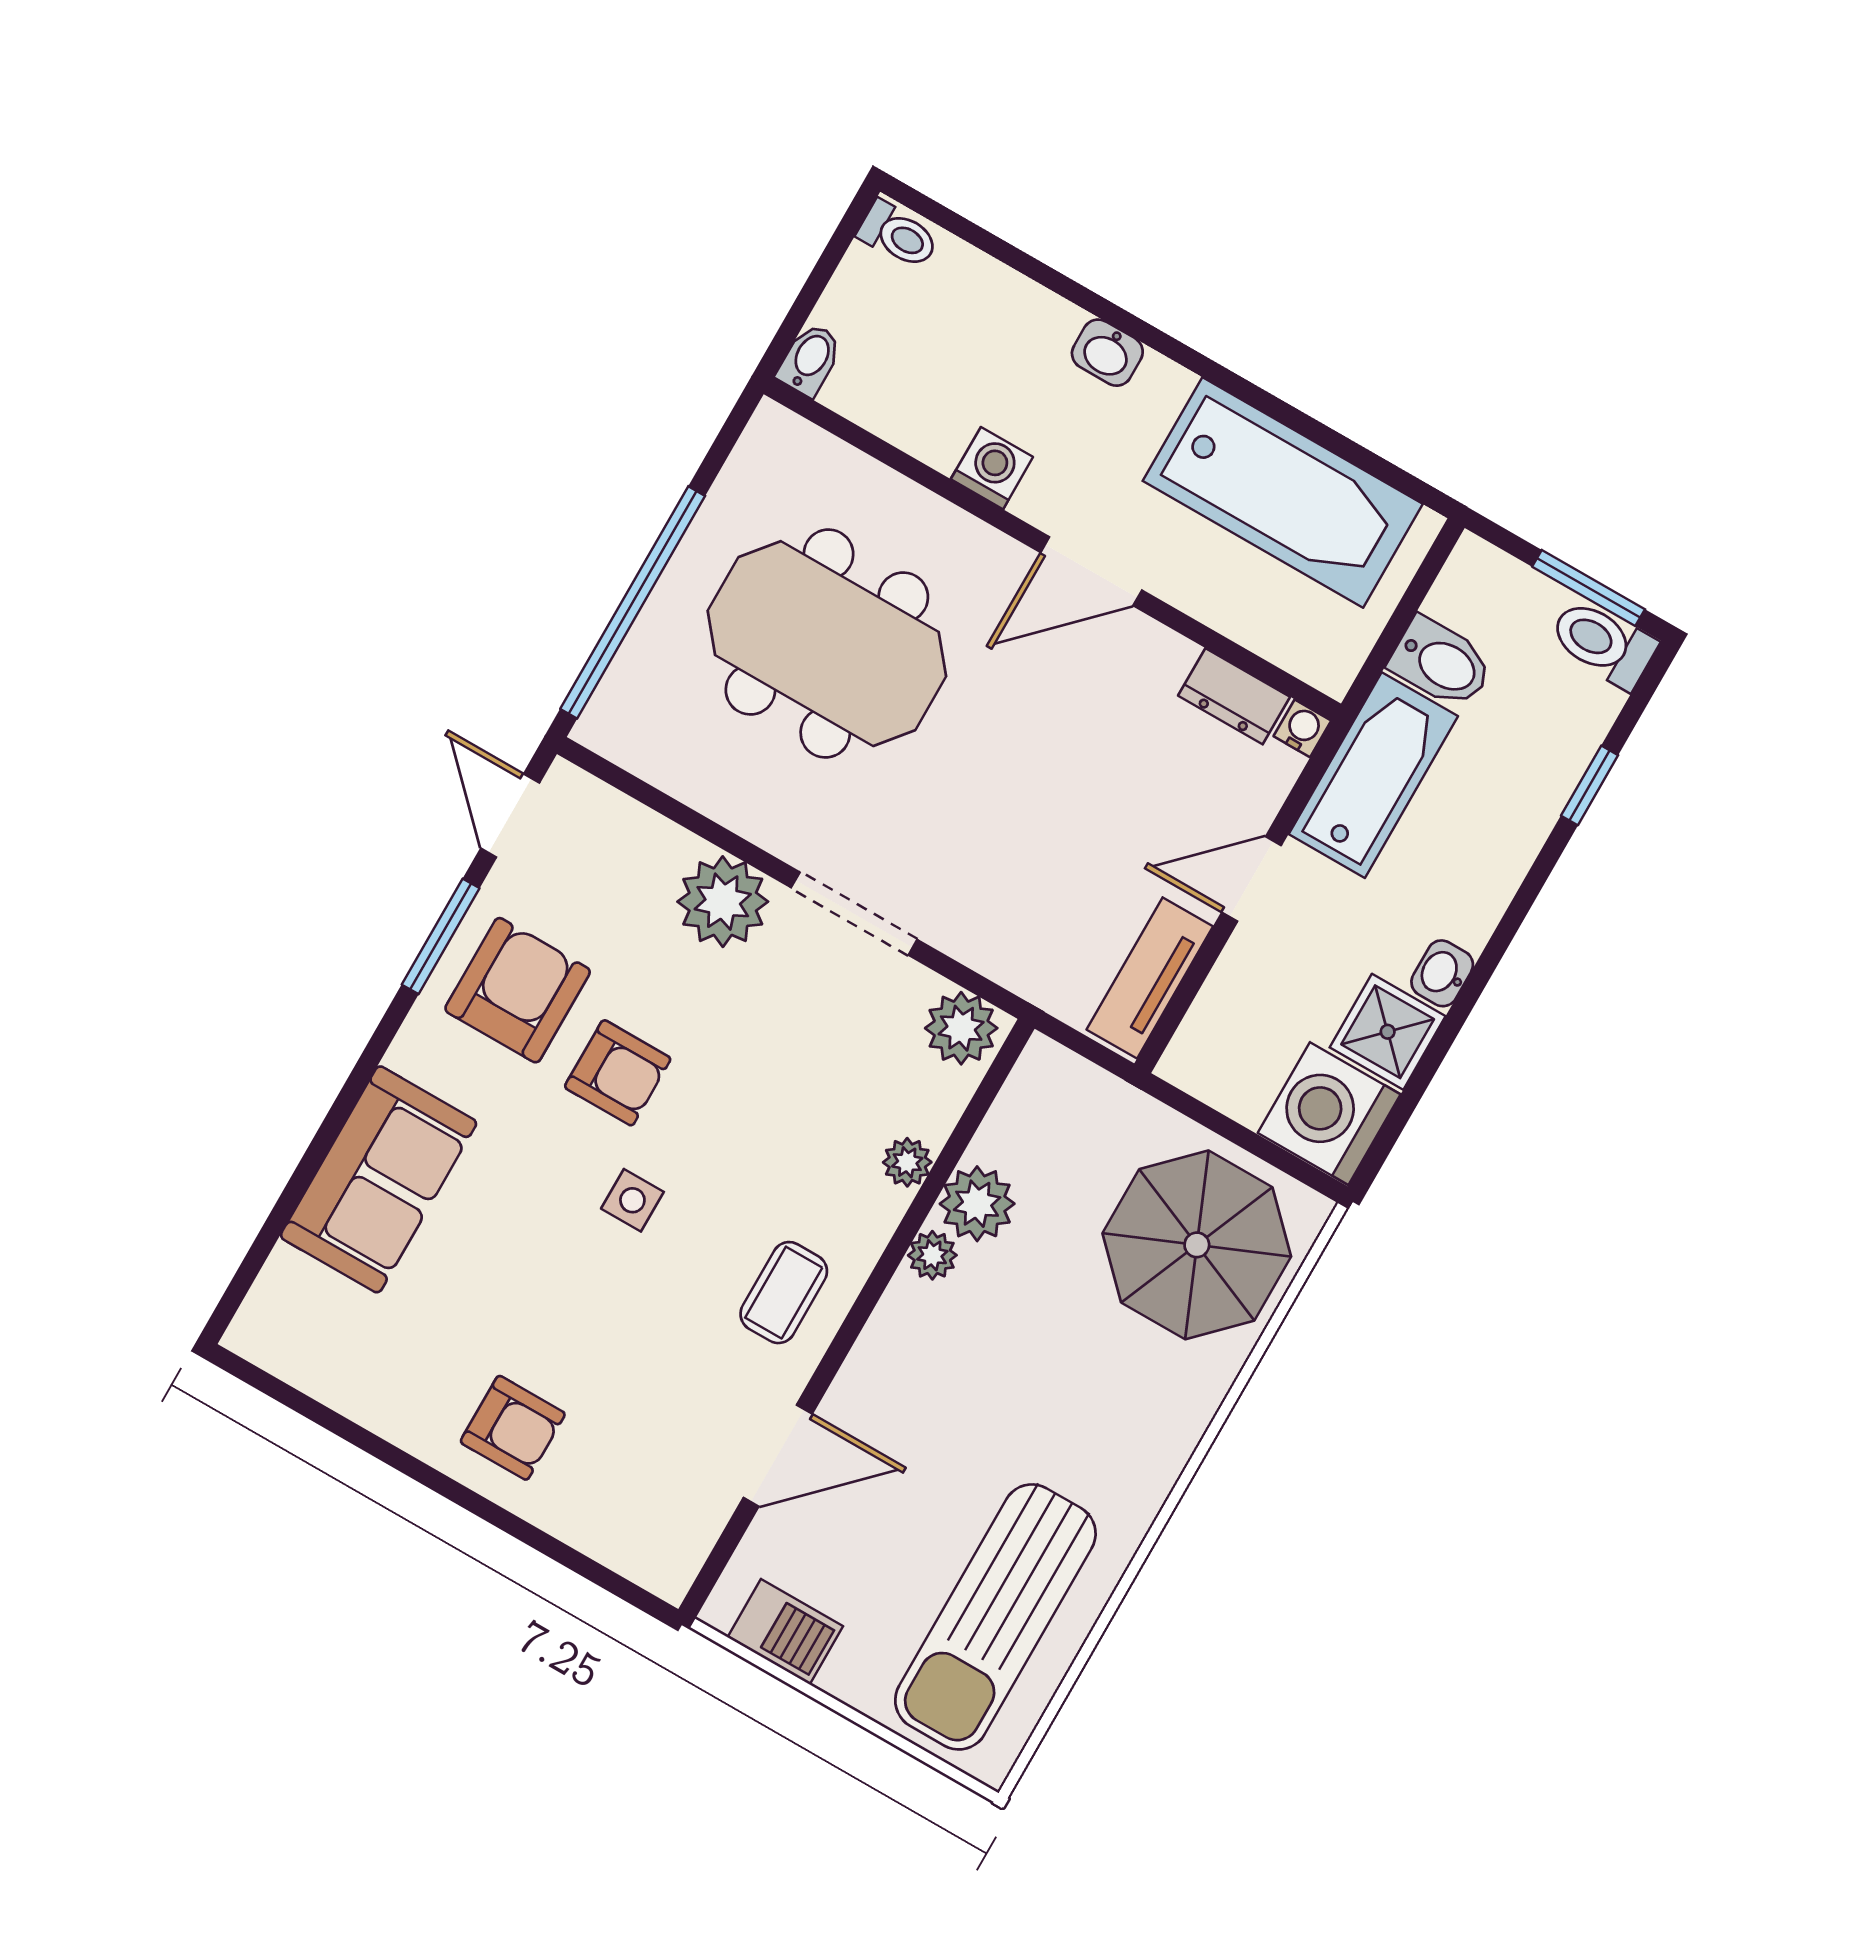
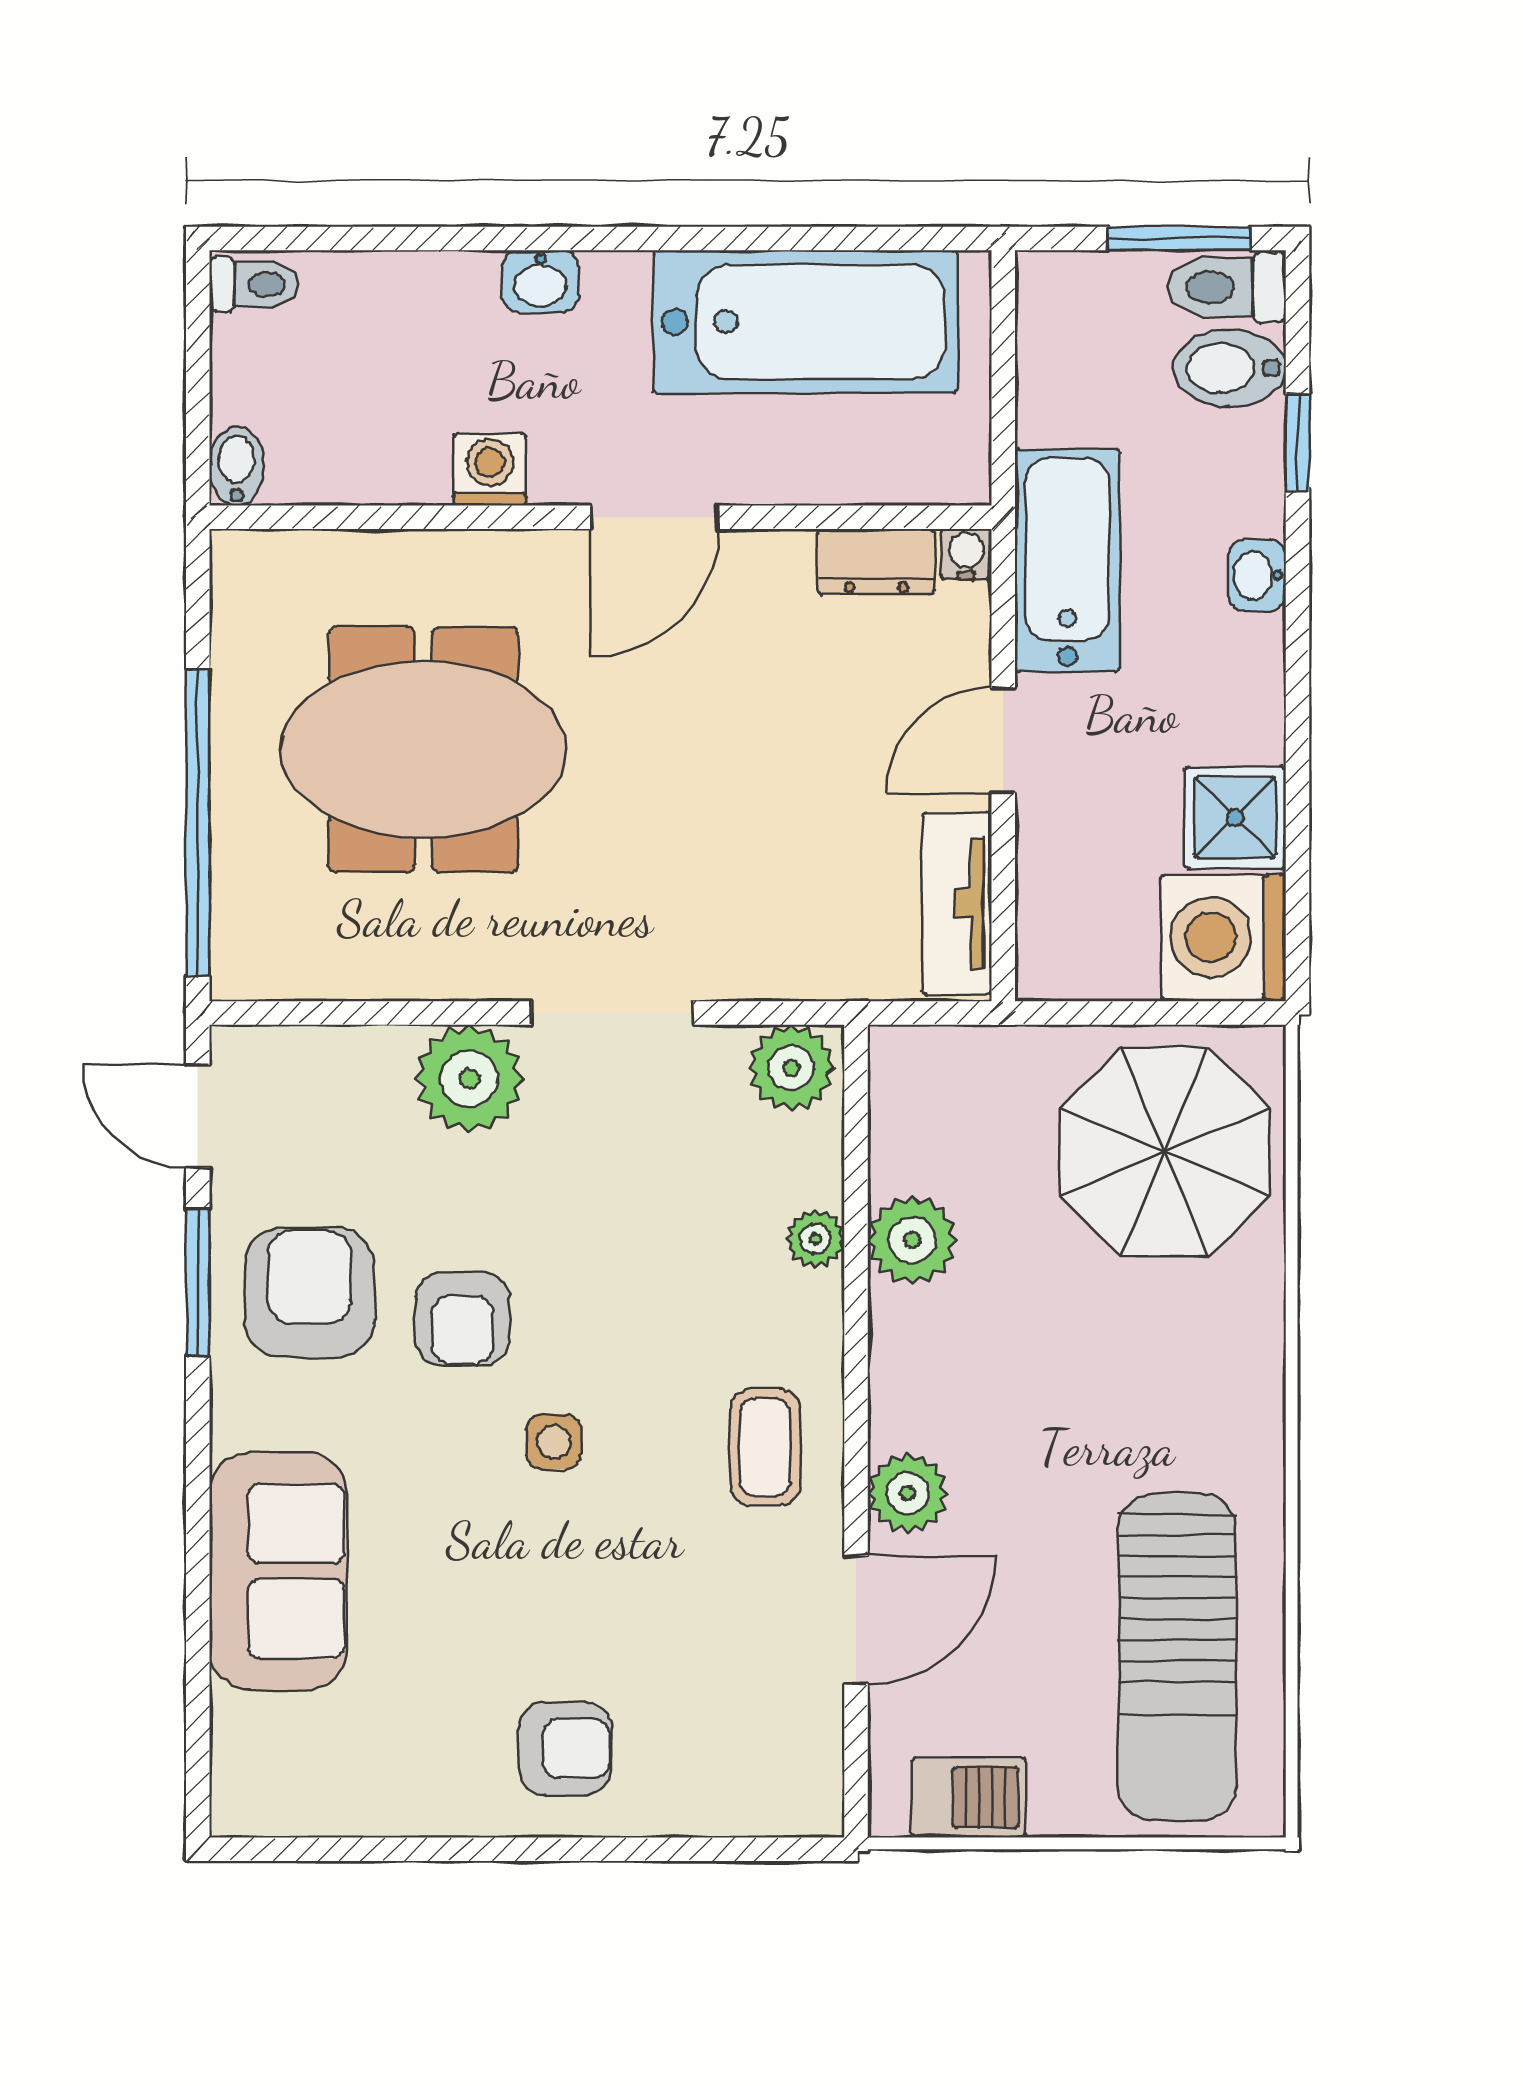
bidet: (1441, 663) -> (1230, 368), moved, turned 180
washbasin: (1442, 973) -> (1257, 575), moved
armchair: (618, 1073) -> (462, 1319), turned 90
plant: (932, 1255) -> (908, 1493), moved, width x1.38, depth x1.38

